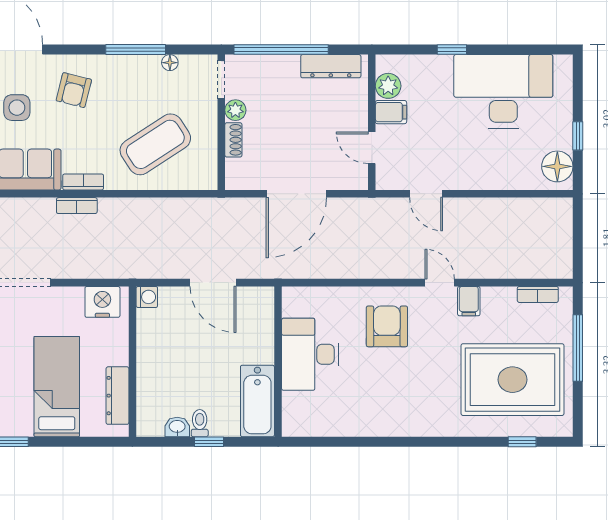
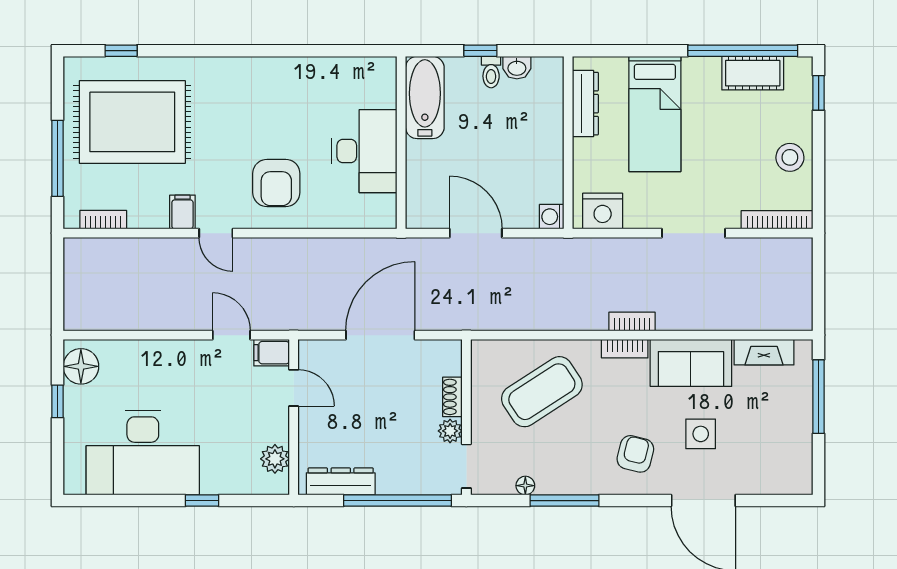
filing cabinet: (391, 112) -> (272, 353), moved

